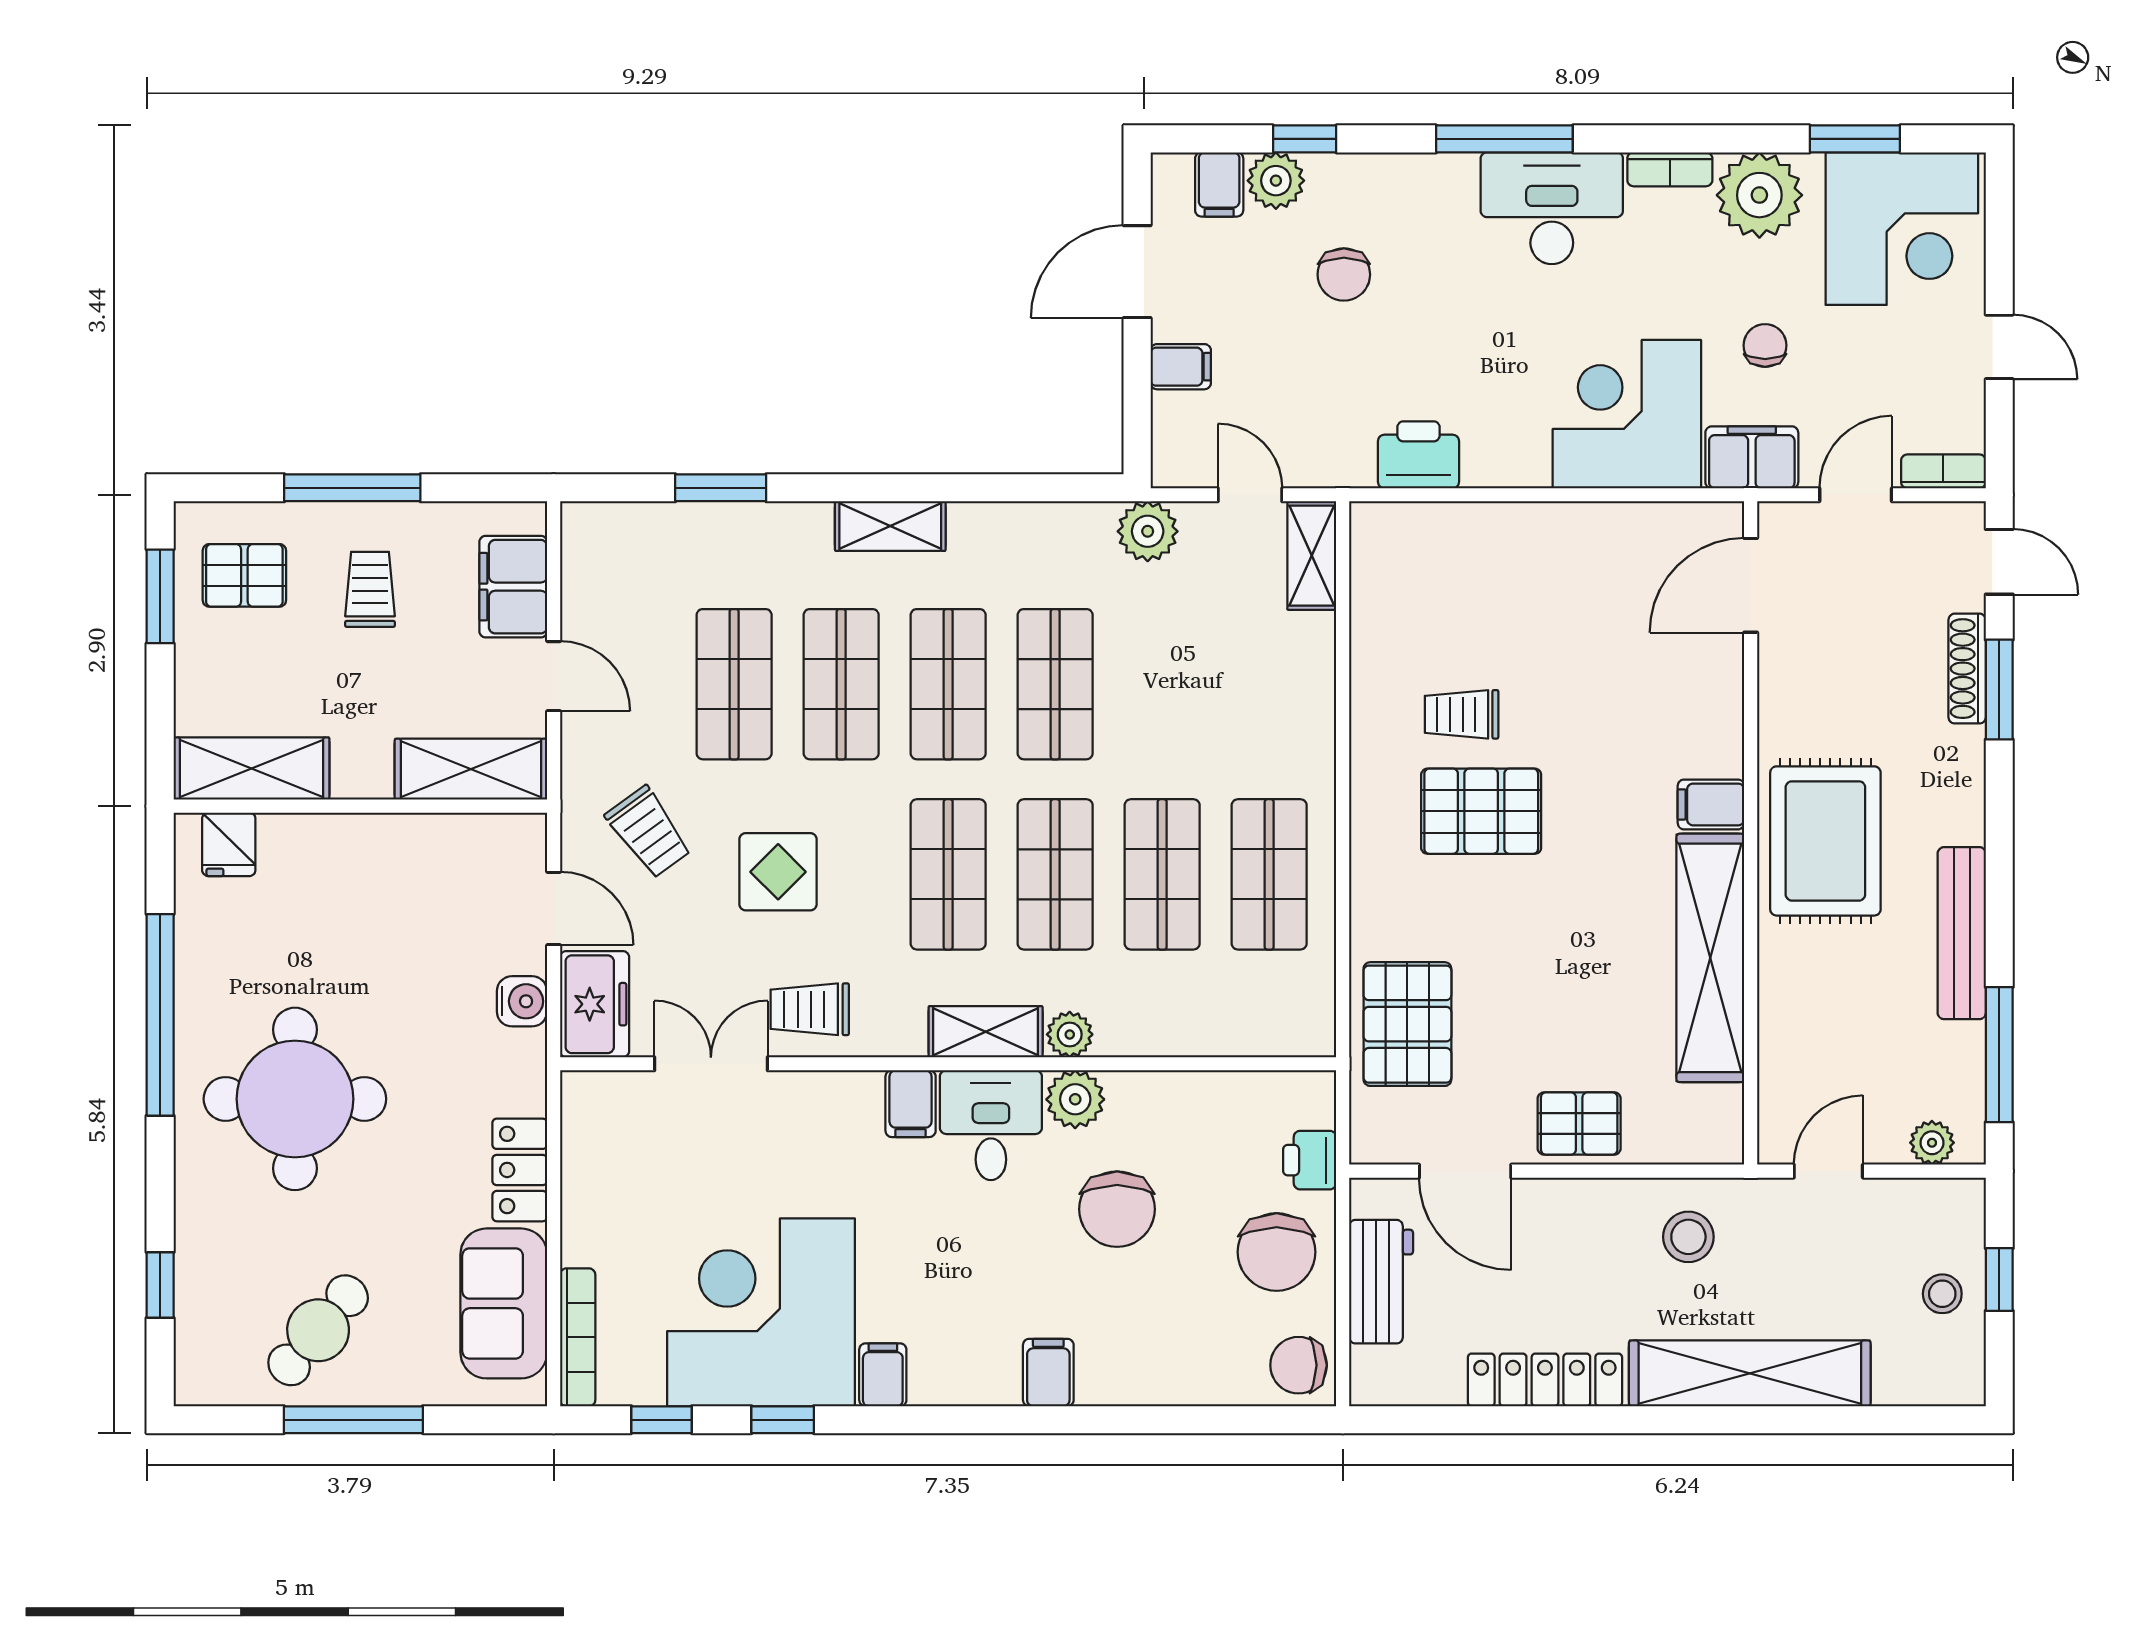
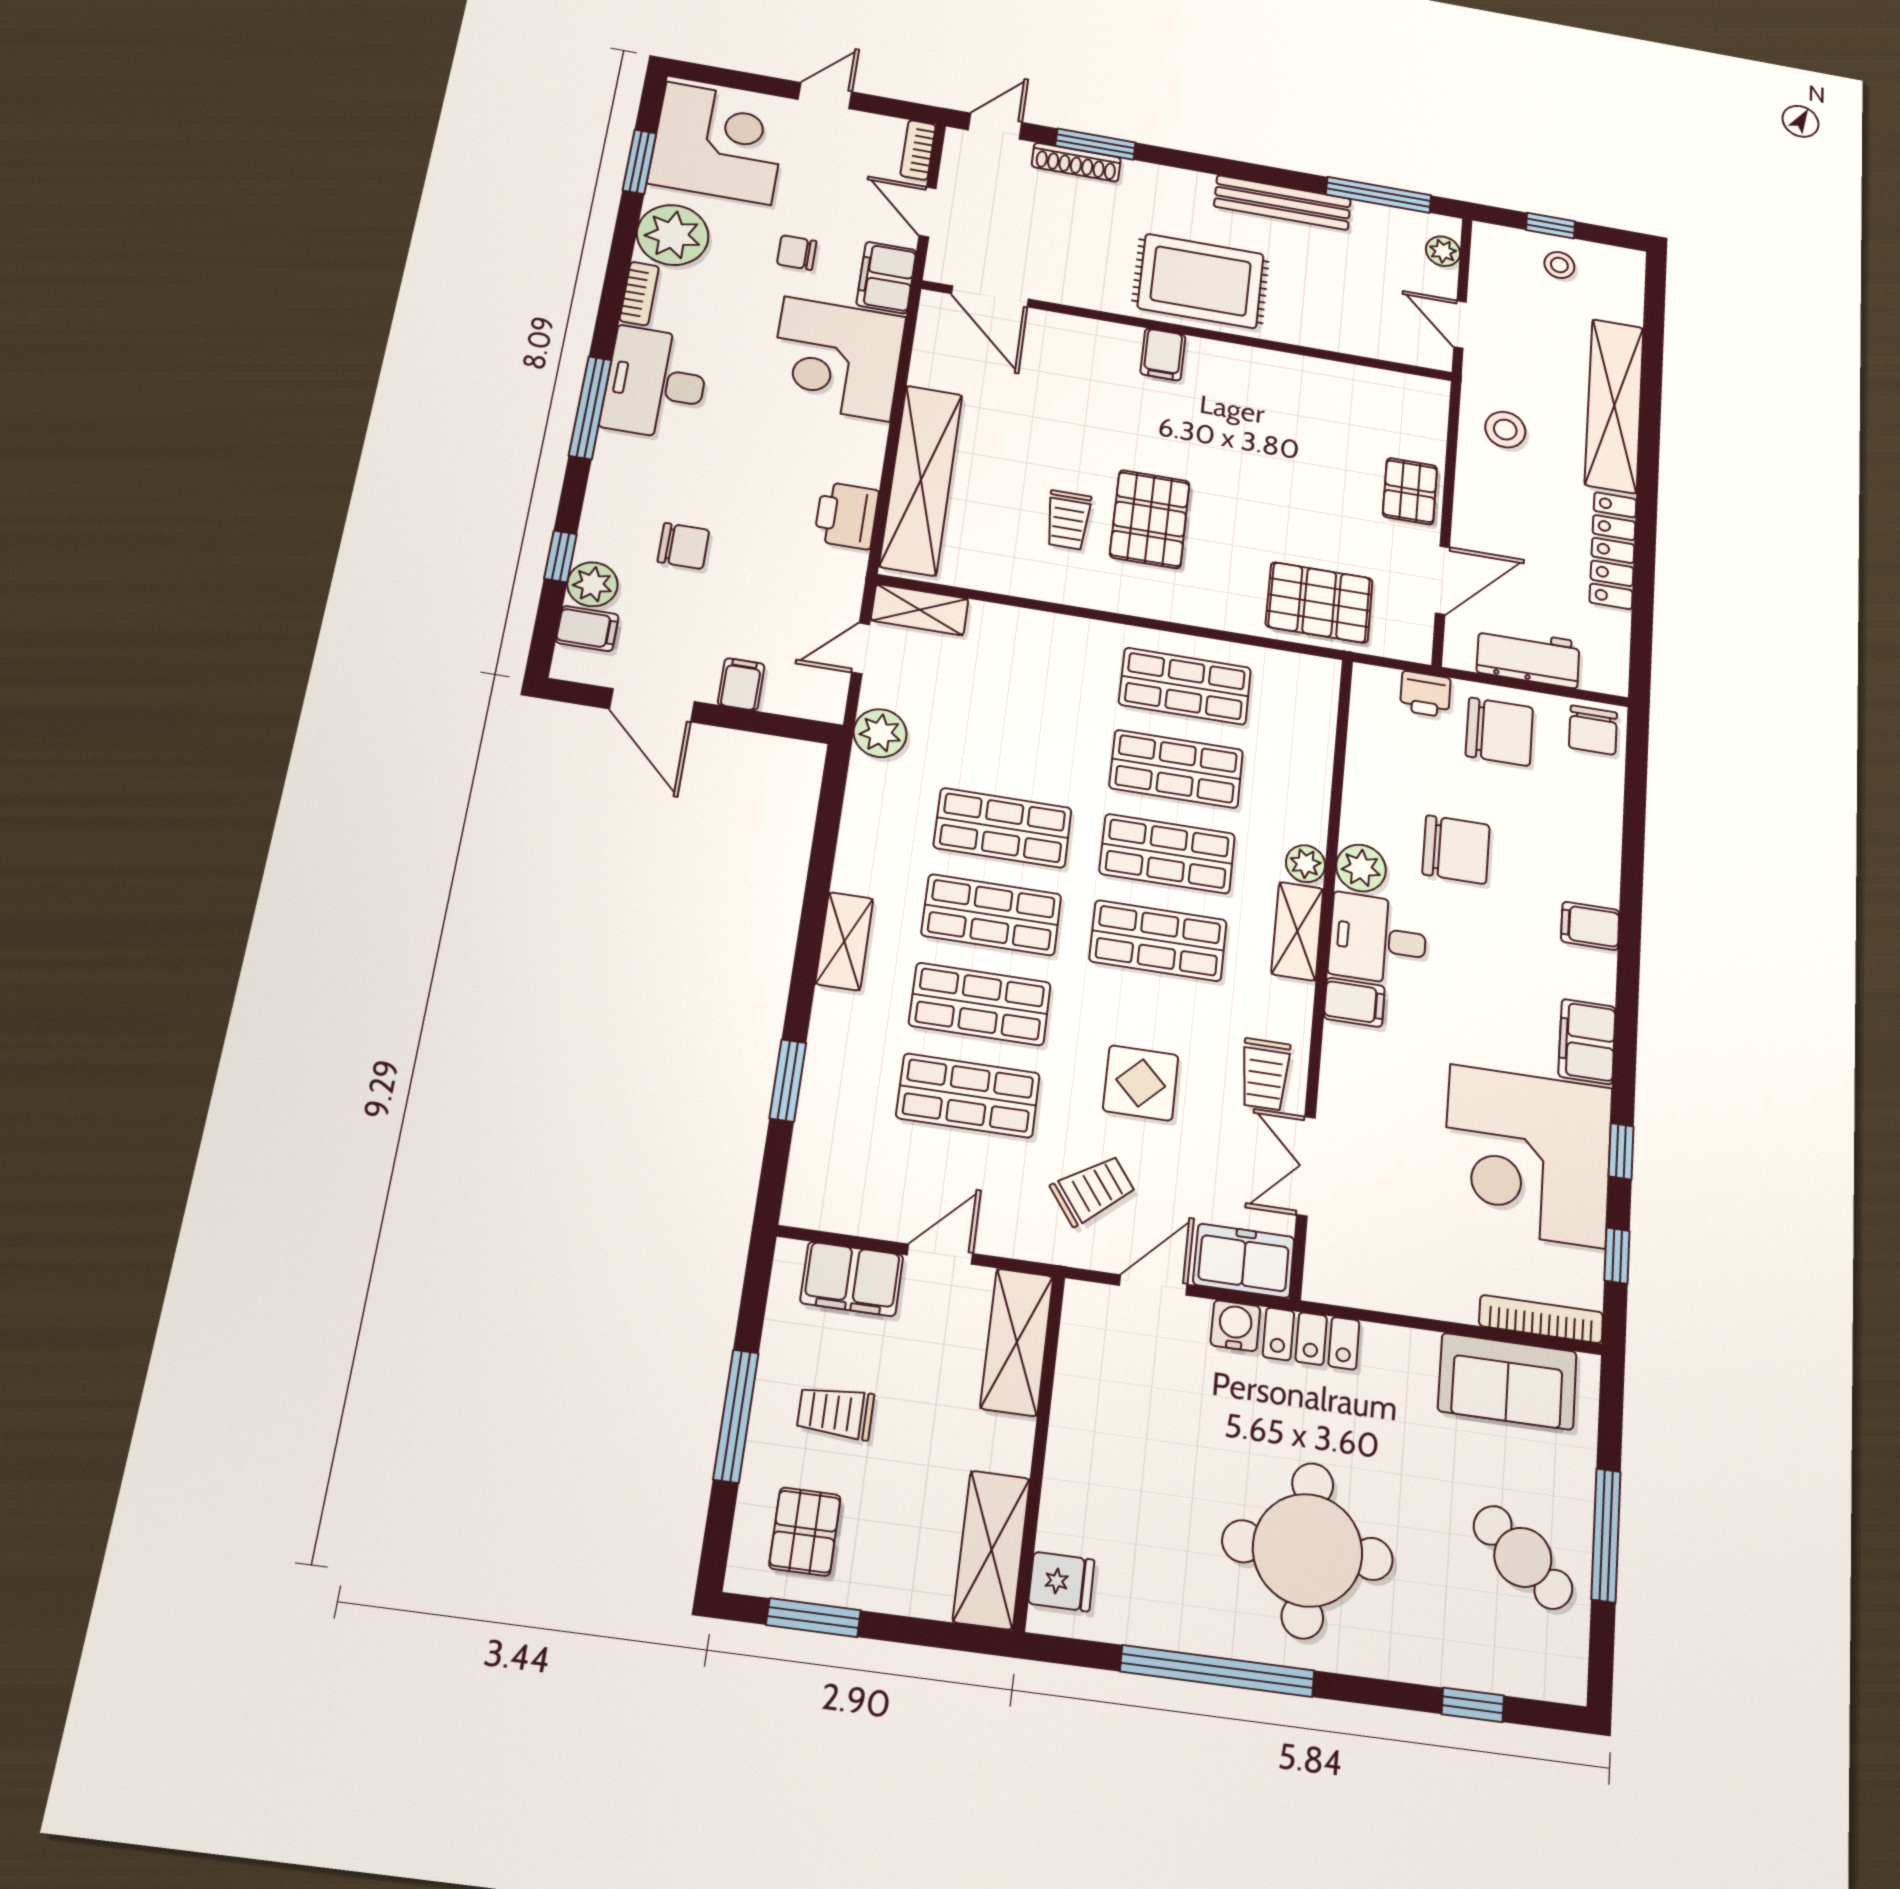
shelving: (1710, 958) -> (921, 480), moved, turned 90
locker: (520, 1170) -> (1311, 1339), moved
filing cabinet: (883, 1375) -> (1587, 1042), width x2.00

